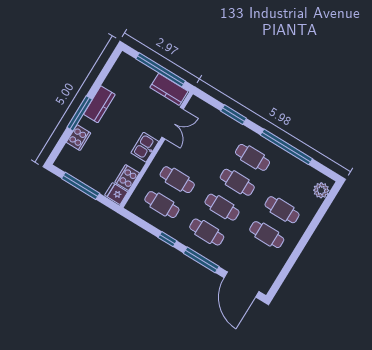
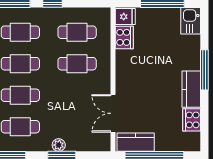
plant: (231, 124) -> (59, 145), added
cooker: (79, 138) -> (192, 120), moved
kitchen sink: (145, 147) -> (191, 21), moved, turned 180

